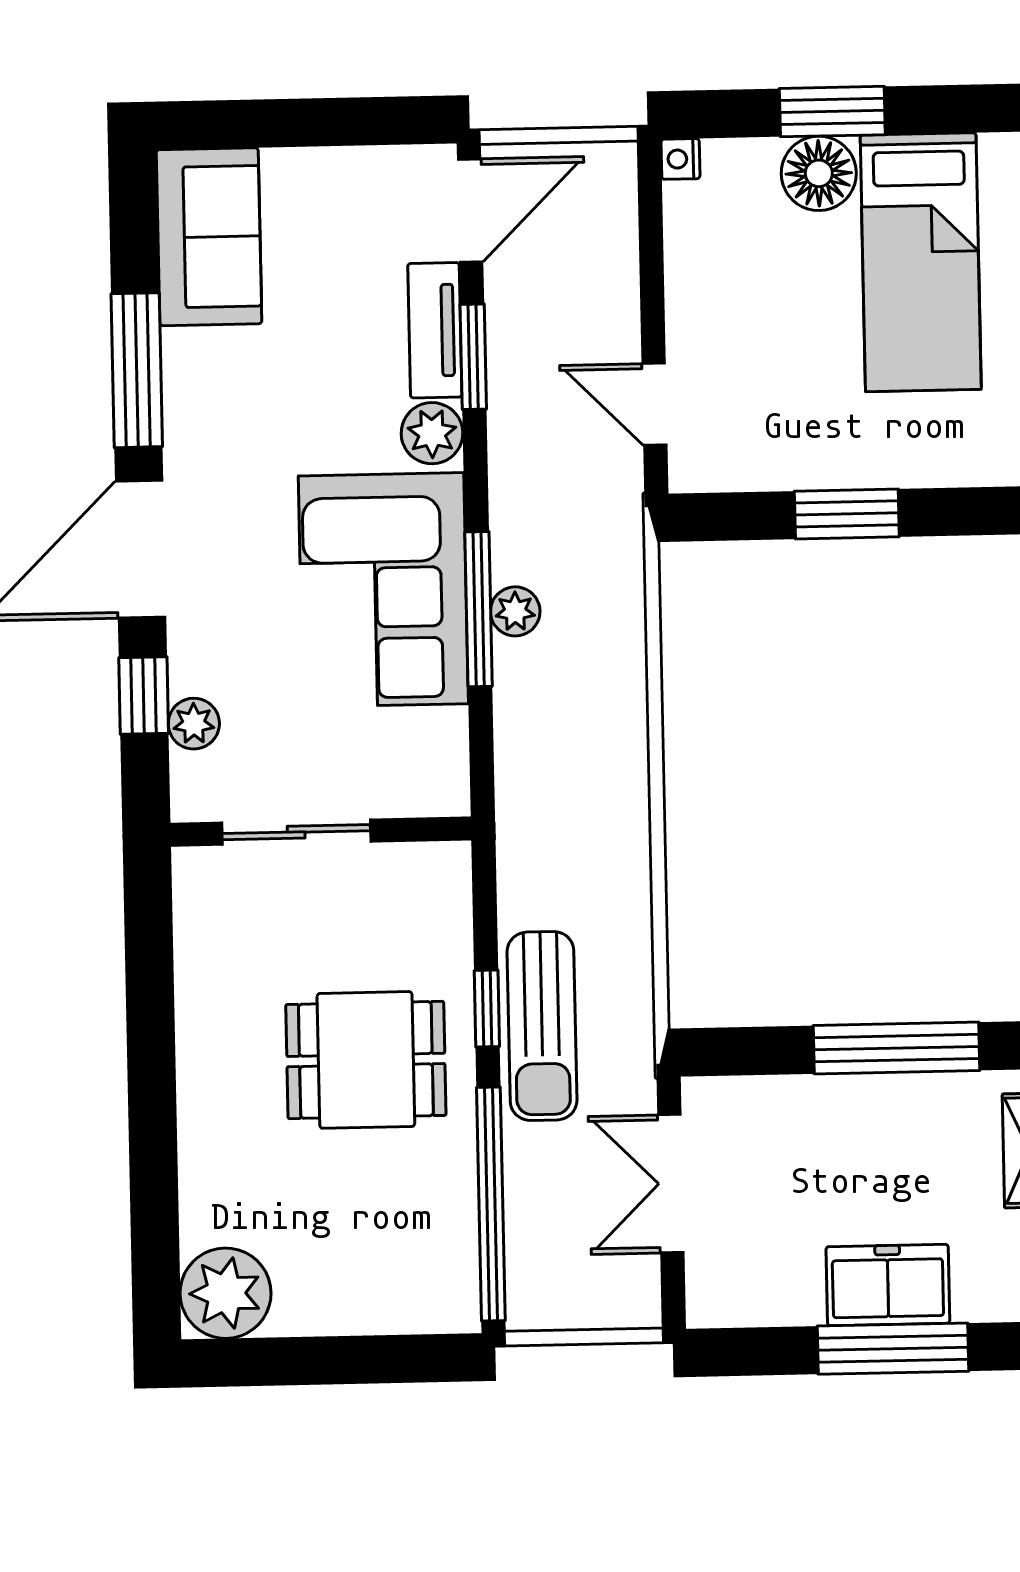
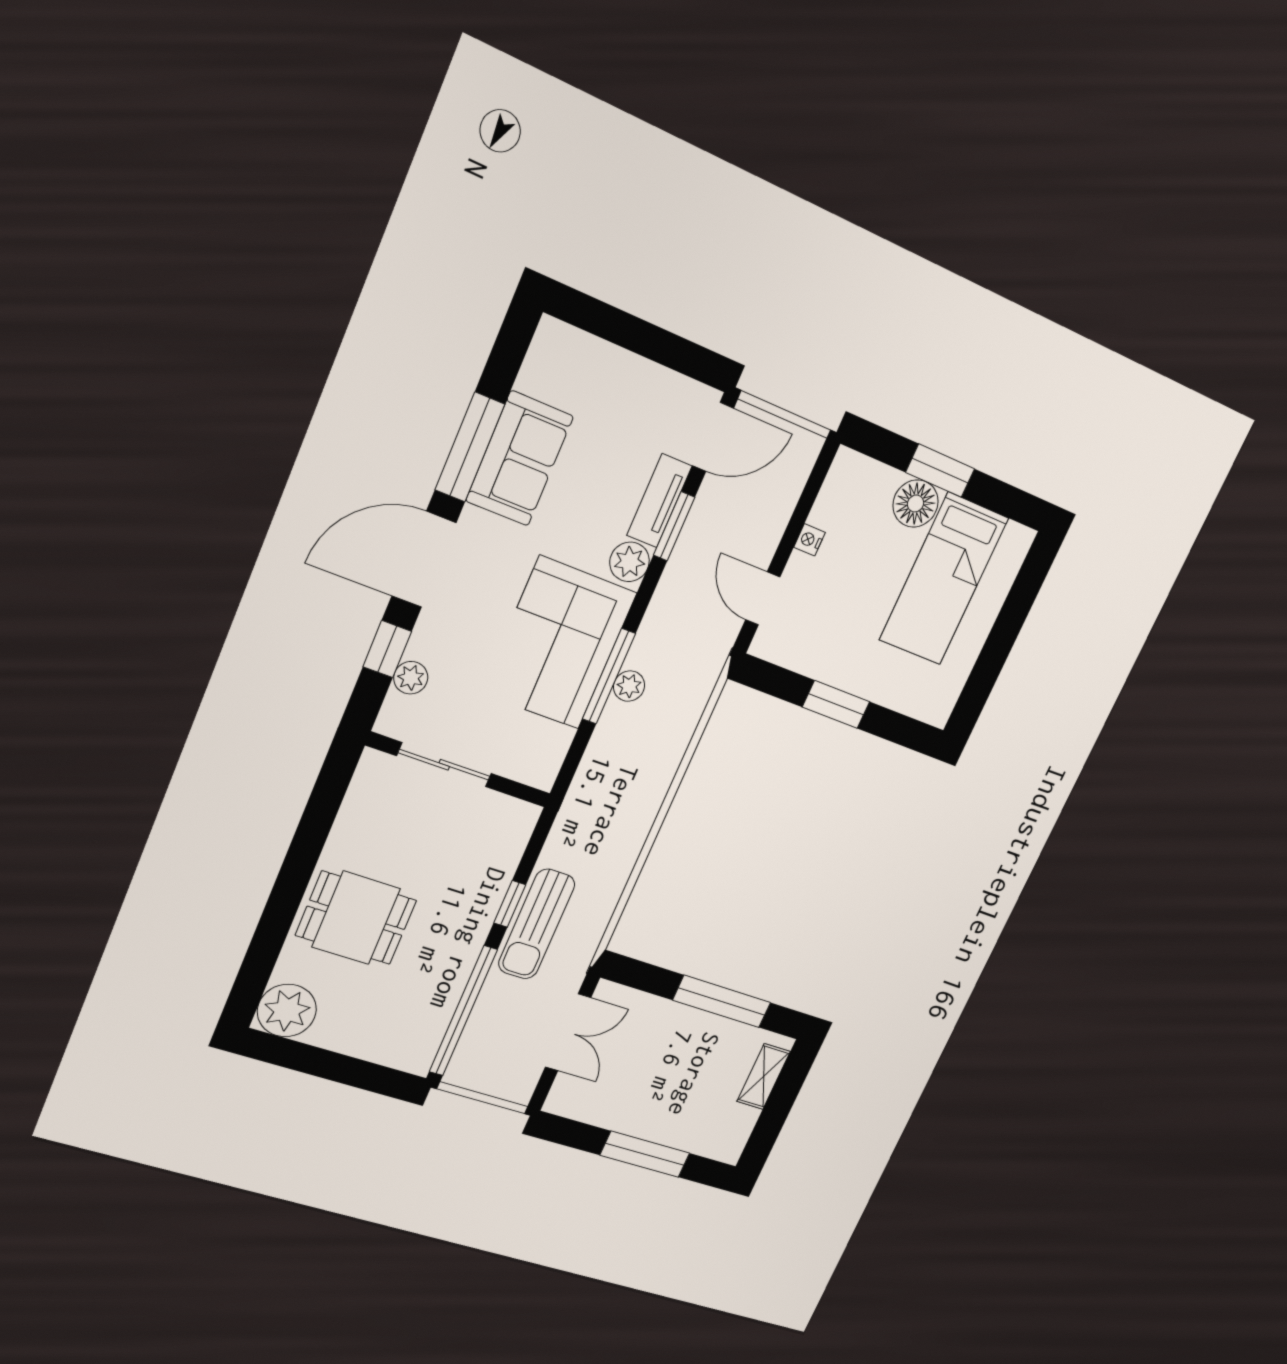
nightstand: (680, 159) -> (809, 540), moved
sofa: (209, 237) -> (519, 459), moved
dining table: (366, 1060) -> (356, 918), moved
double door: (671, 1184) -> (568, 1032), swing flipped
freezer: (888, 1285) -> (658, 1121), removed

